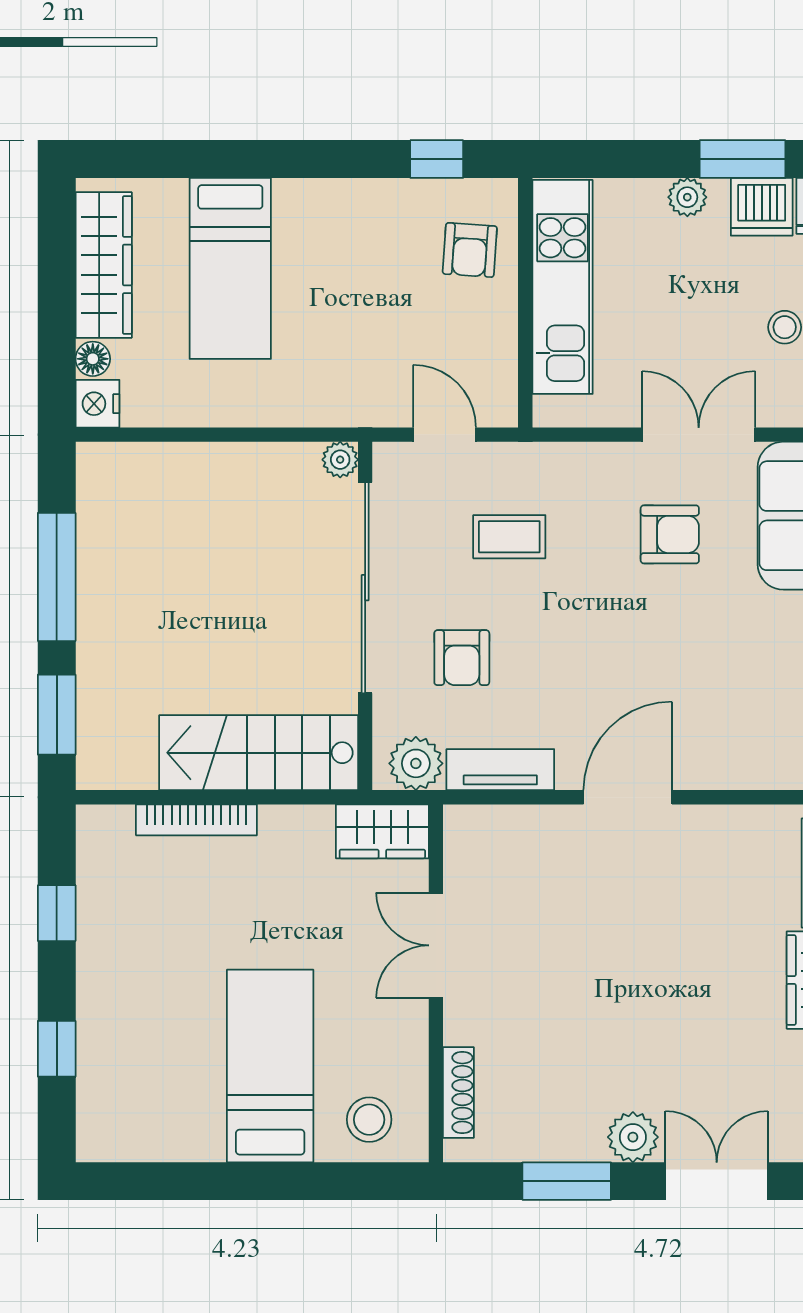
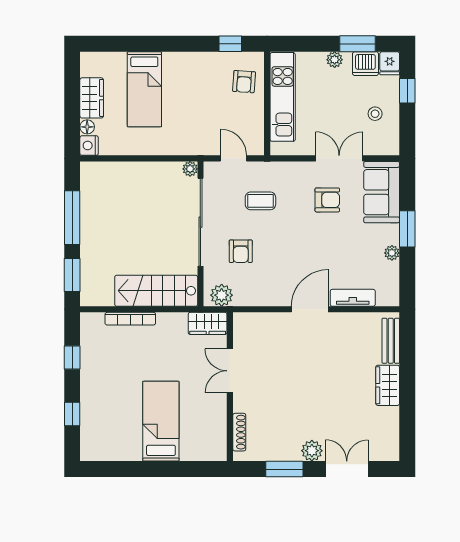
wardrobe: (104, 265) -> (92, 98), width x0.67
tv unit: (500, 770) -> (353, 298), moved
stool: (369, 1120) -> (202, 443), removed

